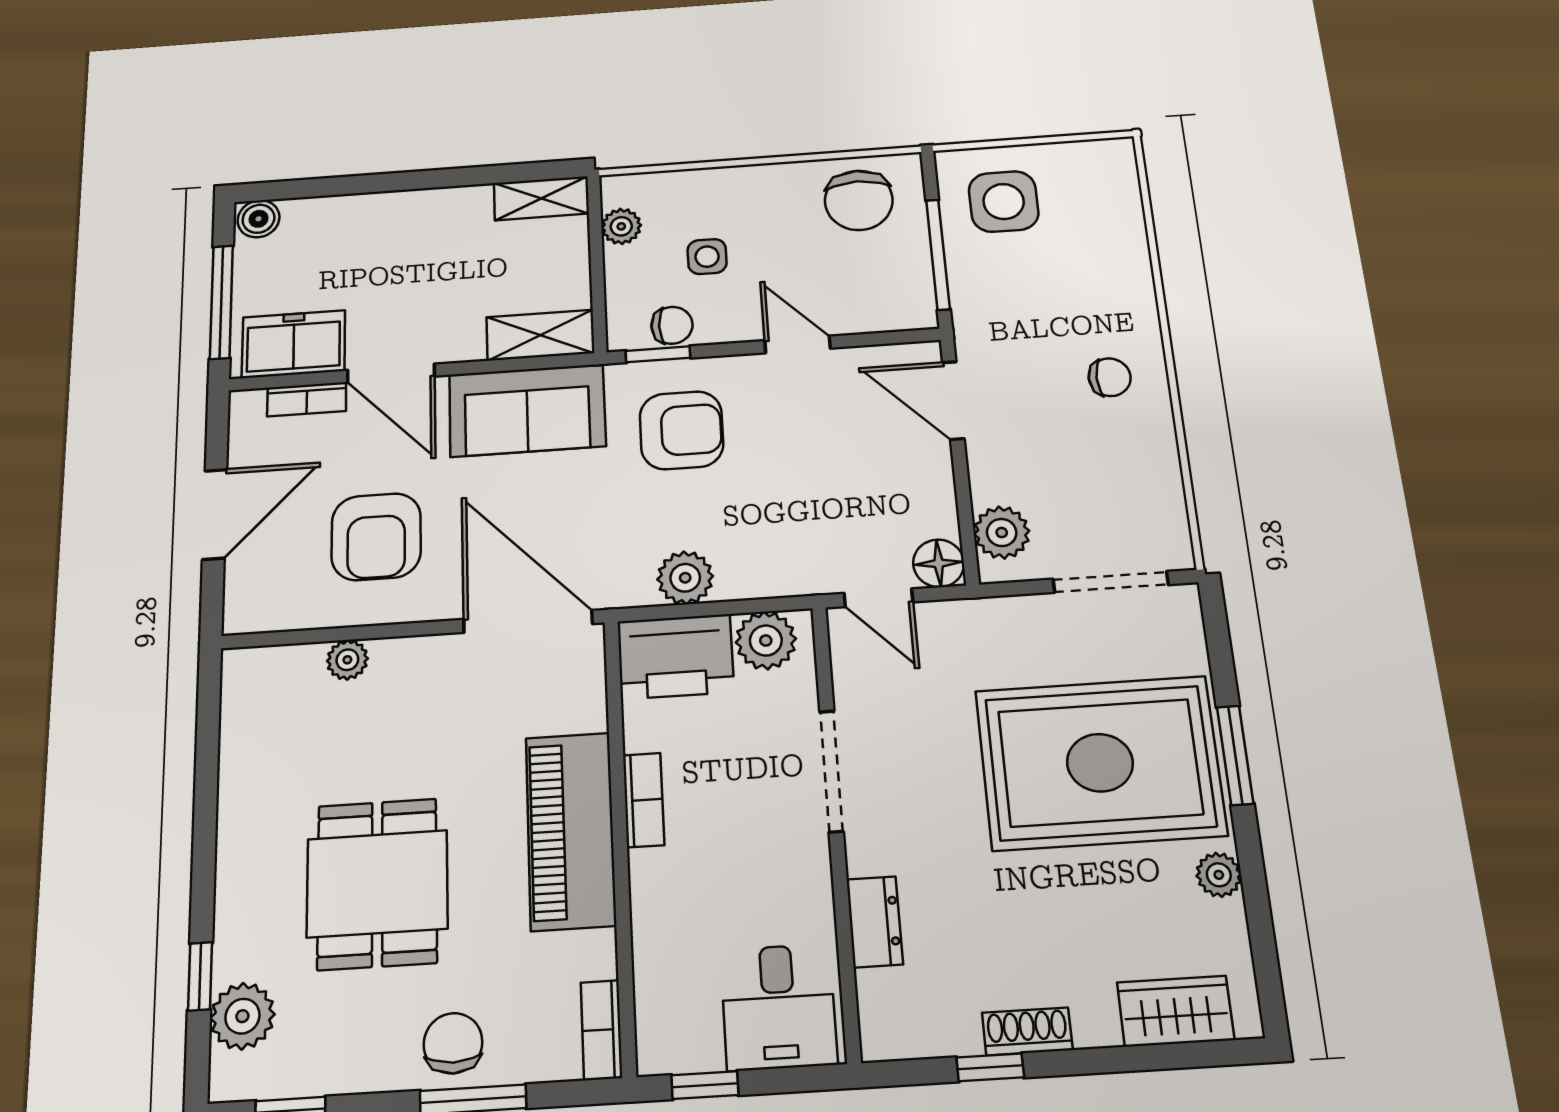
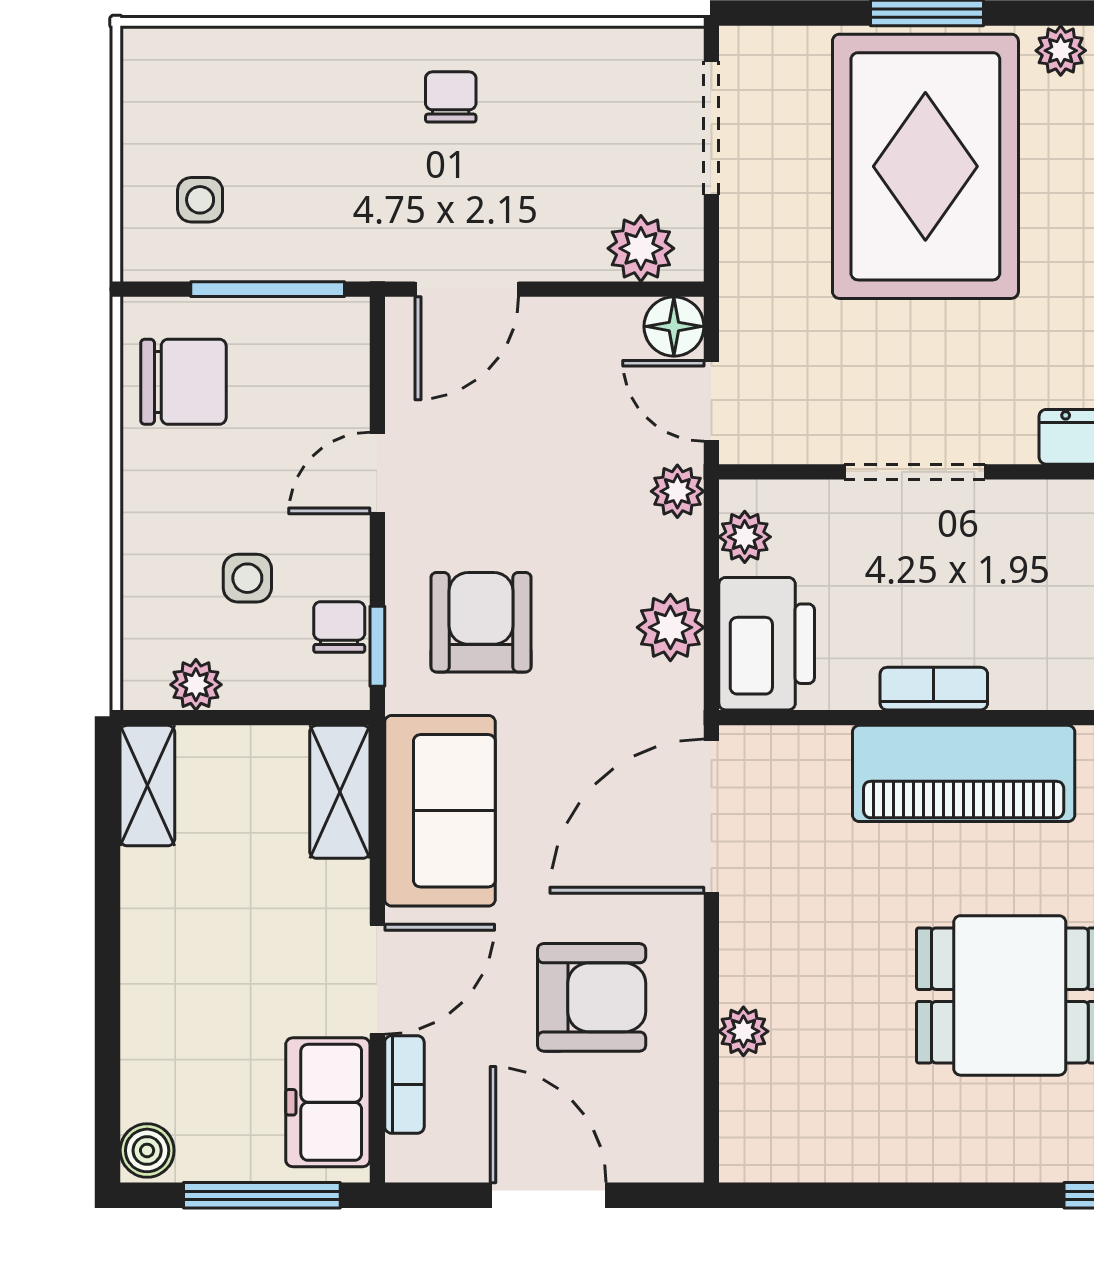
side table: (1004, 202) -> (200, 200), width x0.54, depth x0.54
plant: (800, 576) -> (677, 491), added
door: (878, 598) -> (711, 401), swing flipped
plant: (766, 641) -> (745, 537), width x0.73, depth x0.73

